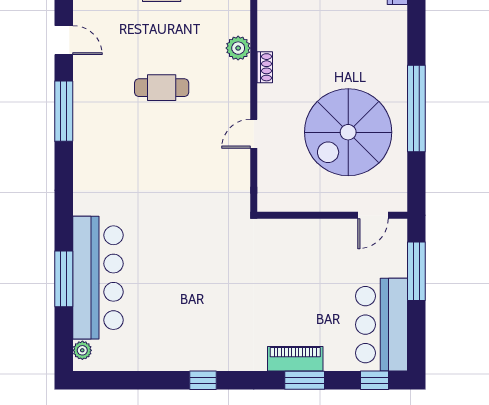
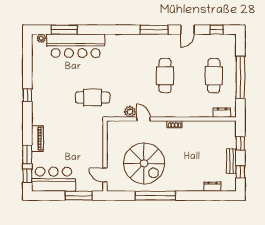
plant: (238, 48) -> (130, 112), moved
cafe table: (162, 88) -> (165, 76), width x1.37, depth x1.35
spiral stairs: (348, 132) -> (144, 163), turned 180
cafe table: (208, 242) -> (93, 97), added
window: (64, 279) -> (64, 30), moved
window: (305, 380) -> (27, 154), moved

